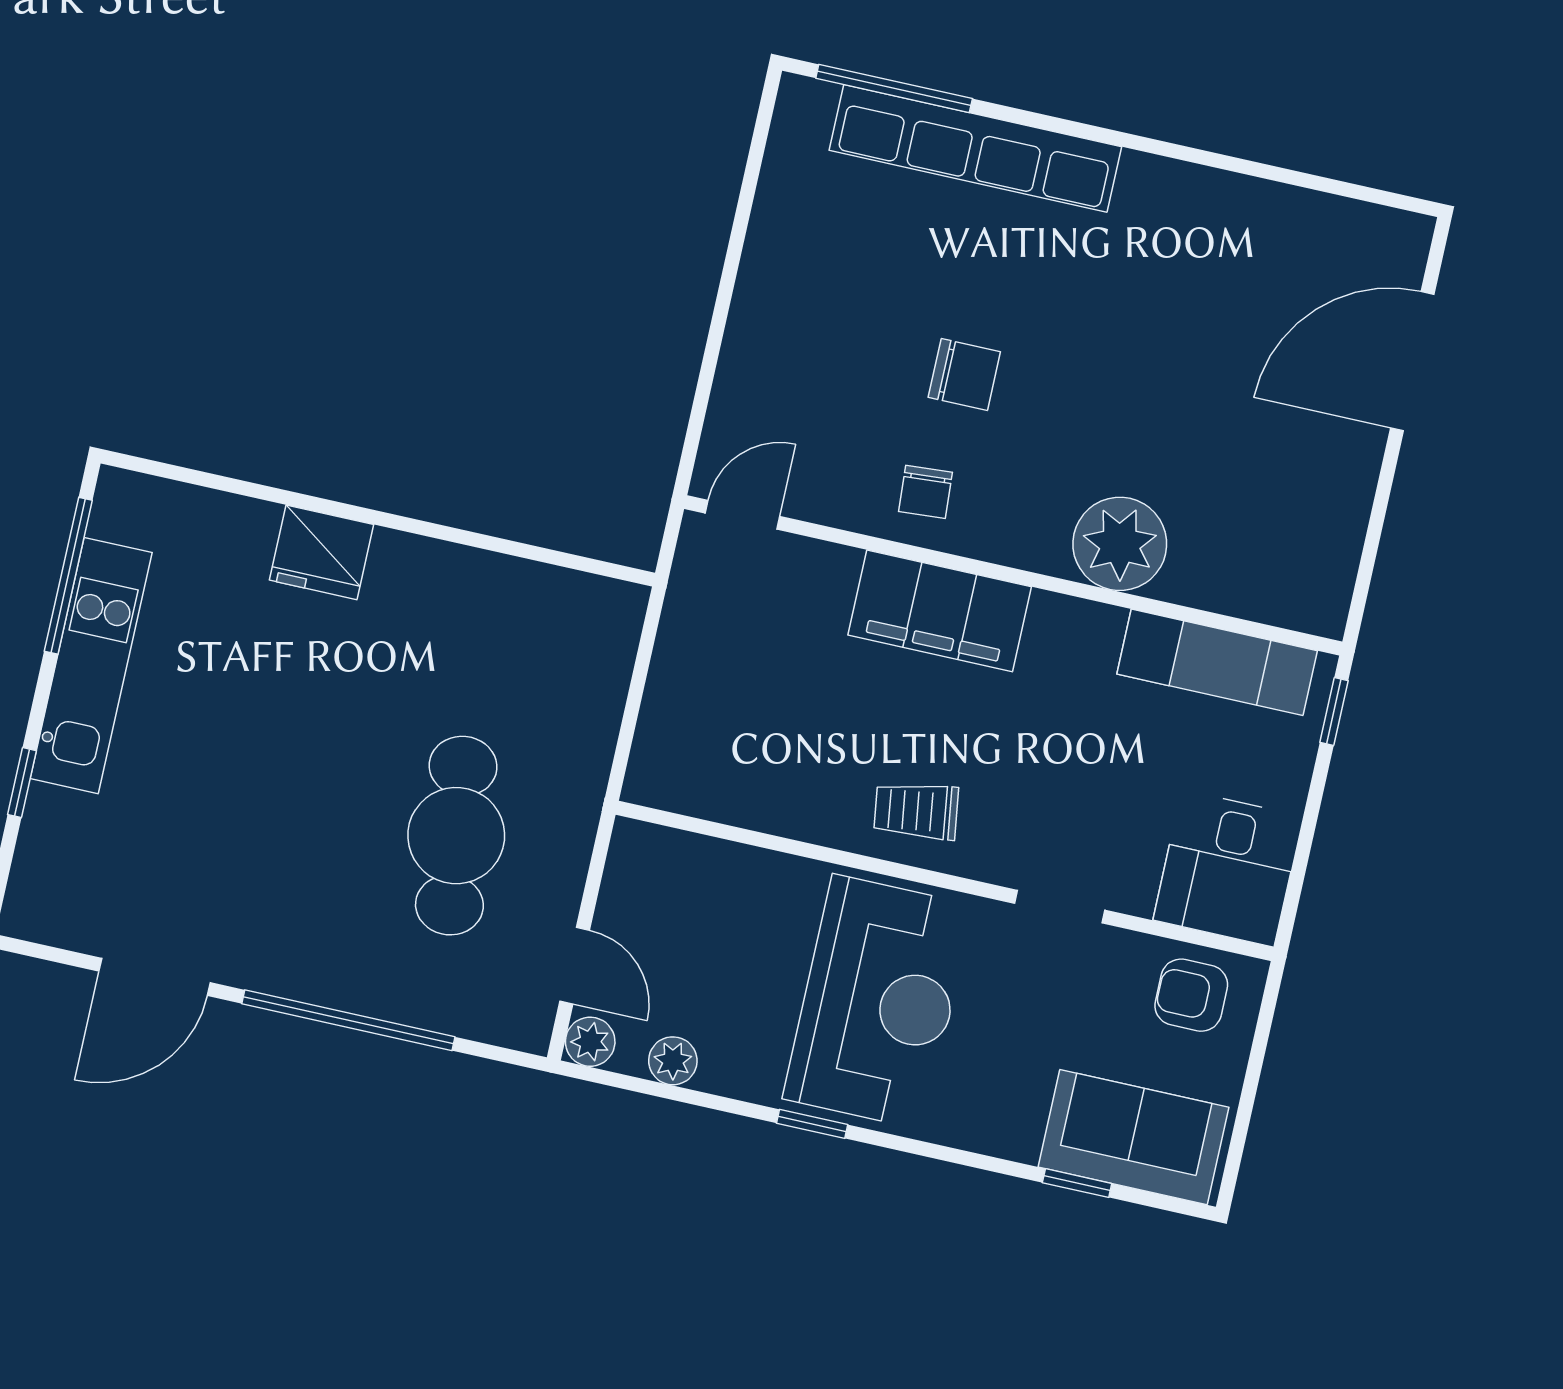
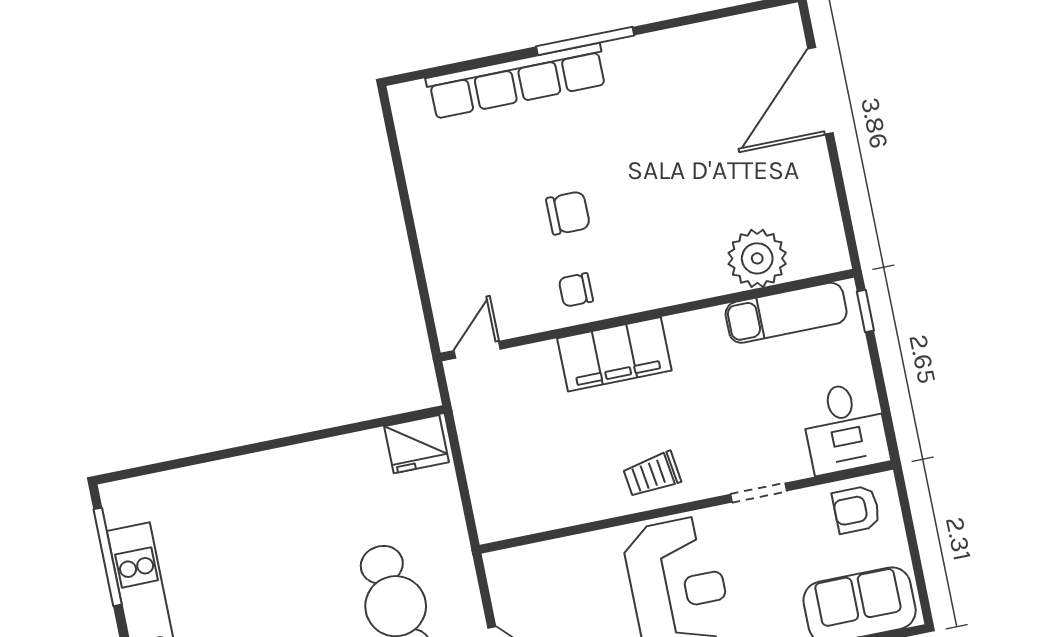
window: (894, 88) -> (585, 41), moved
chair: (926, 492) -> (576, 290), turned 94
plant: (1120, 544) -> (757, 258), moved
fridge: (321, 552) -> (417, 444), moved

